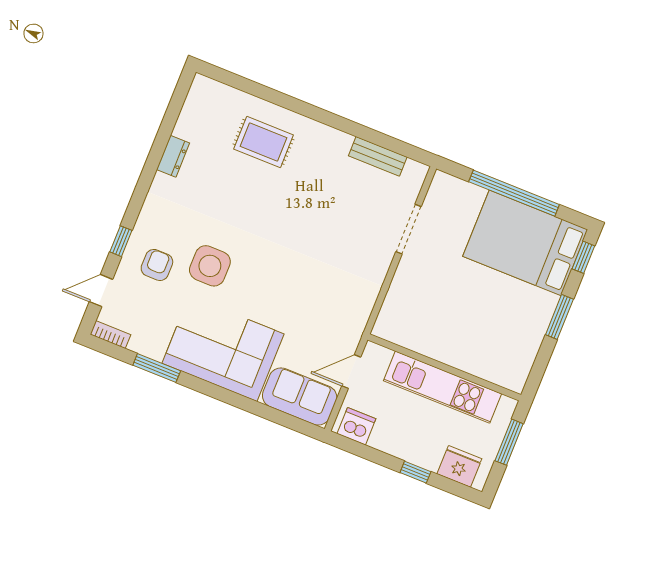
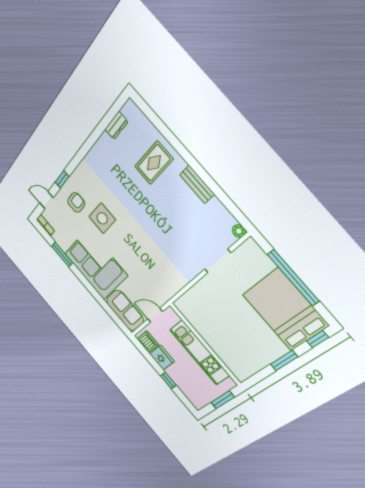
rug: (264, 142) -> (154, 163), turned 90
dresser: (173, 156) -> (116, 125), moved
bench: (378, 156) -> (197, 184), moved
plant: (418, 171) -> (239, 231), added
fridge: (459, 466) -> (162, 358), moved

